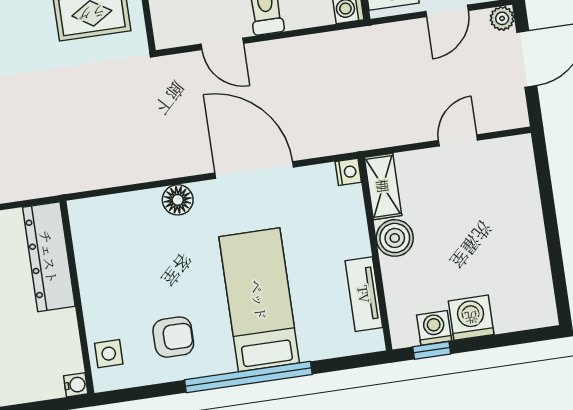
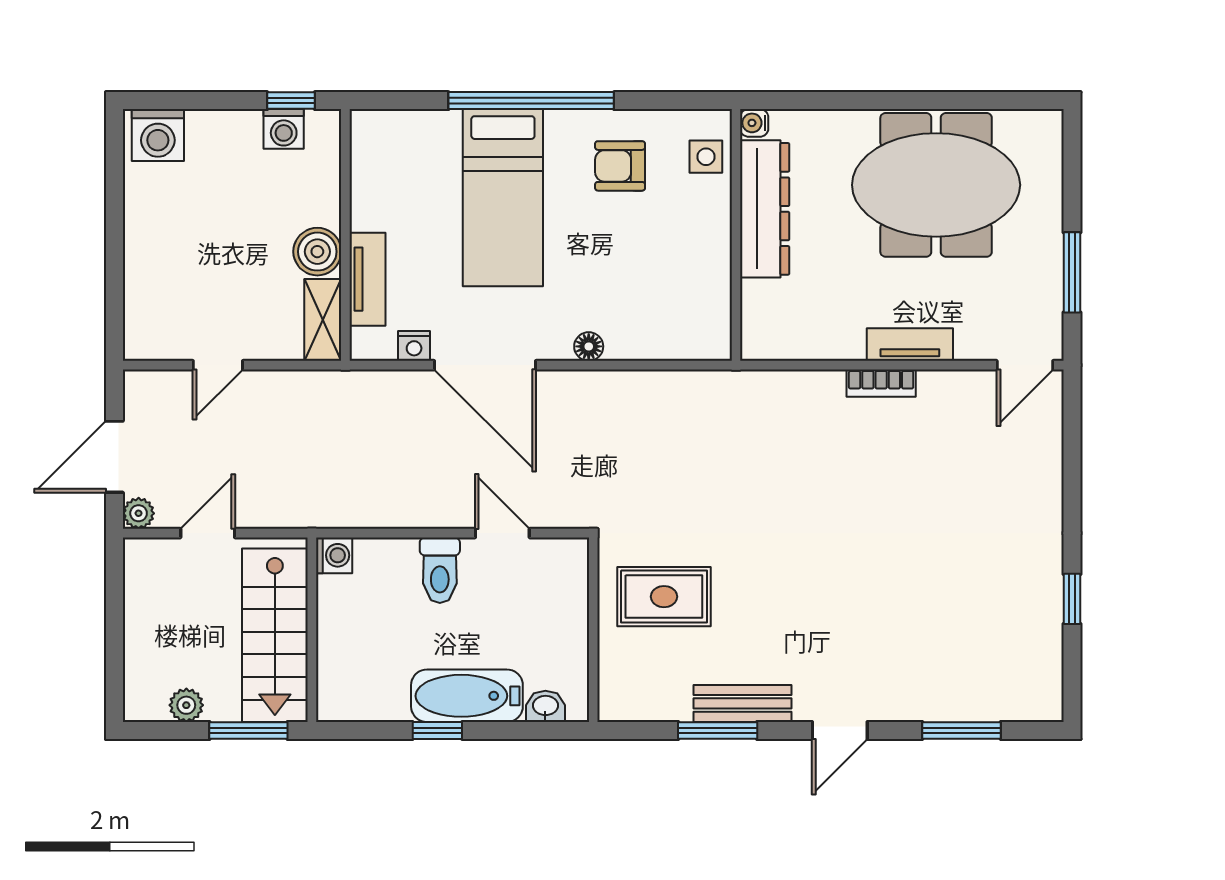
nightstand: (348, 172) -> (414, 346), moved, turned -90
floor lamp: (178, 200) -> (589, 346), width x0.73, depth x0.73
dresser: (49, 257) -> (765, 209), moved
tv unit: (364, 294) -> (367, 279), moved
washing machine: (471, 318) -> (158, 135), moved

